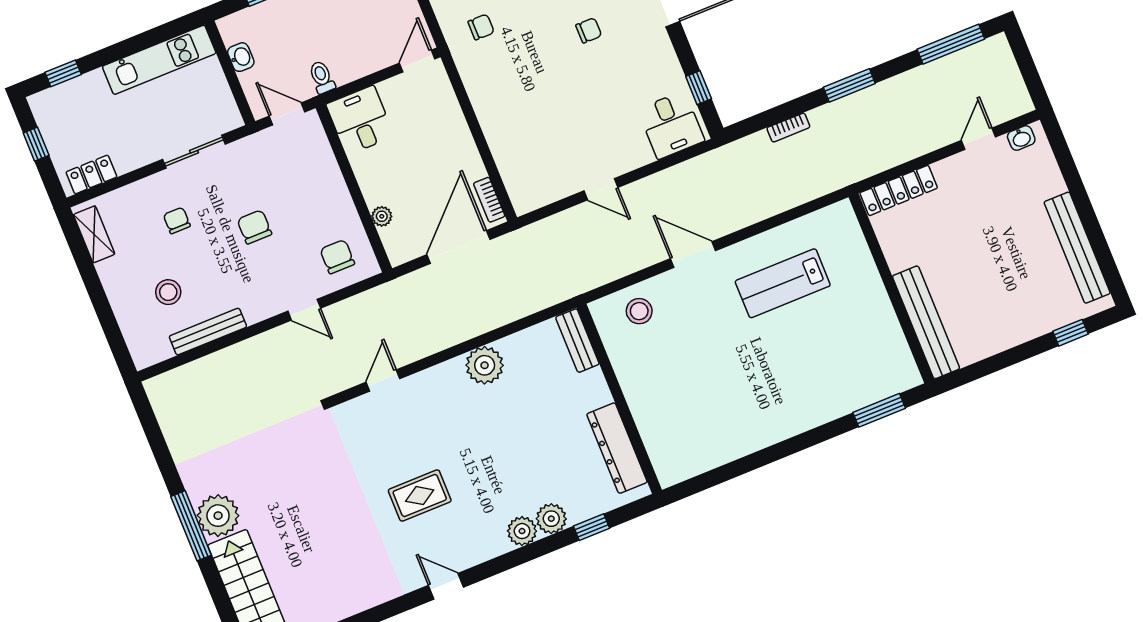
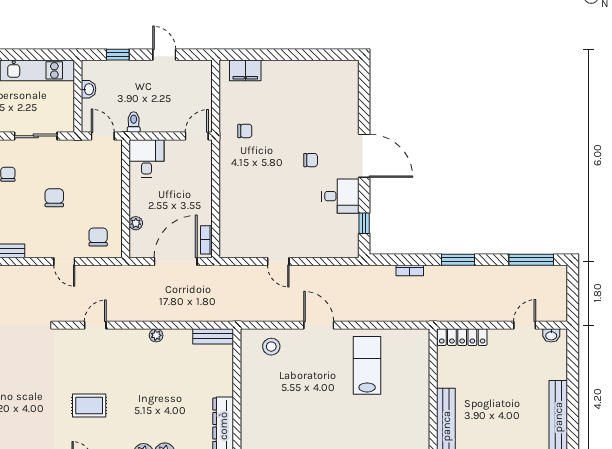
desk: (671, 125) -> (340, 196), moved, turned -90
lab bench: (783, 283) -> (367, 365), turned 90
bench: (577, 341) -> (213, 336), moved, turned 90
plant: (485, 365) -> (156, 335), width x0.53, depth x0.53

